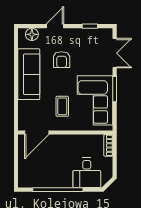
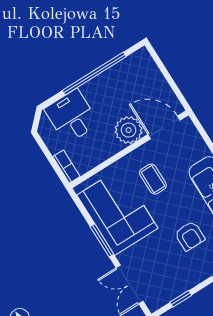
armchair: (62, 60) -> (190, 236), turned 180
door: (37, 133) -> (164, 127), hinge flipped
plant: (59, 144) -> (129, 130), added

